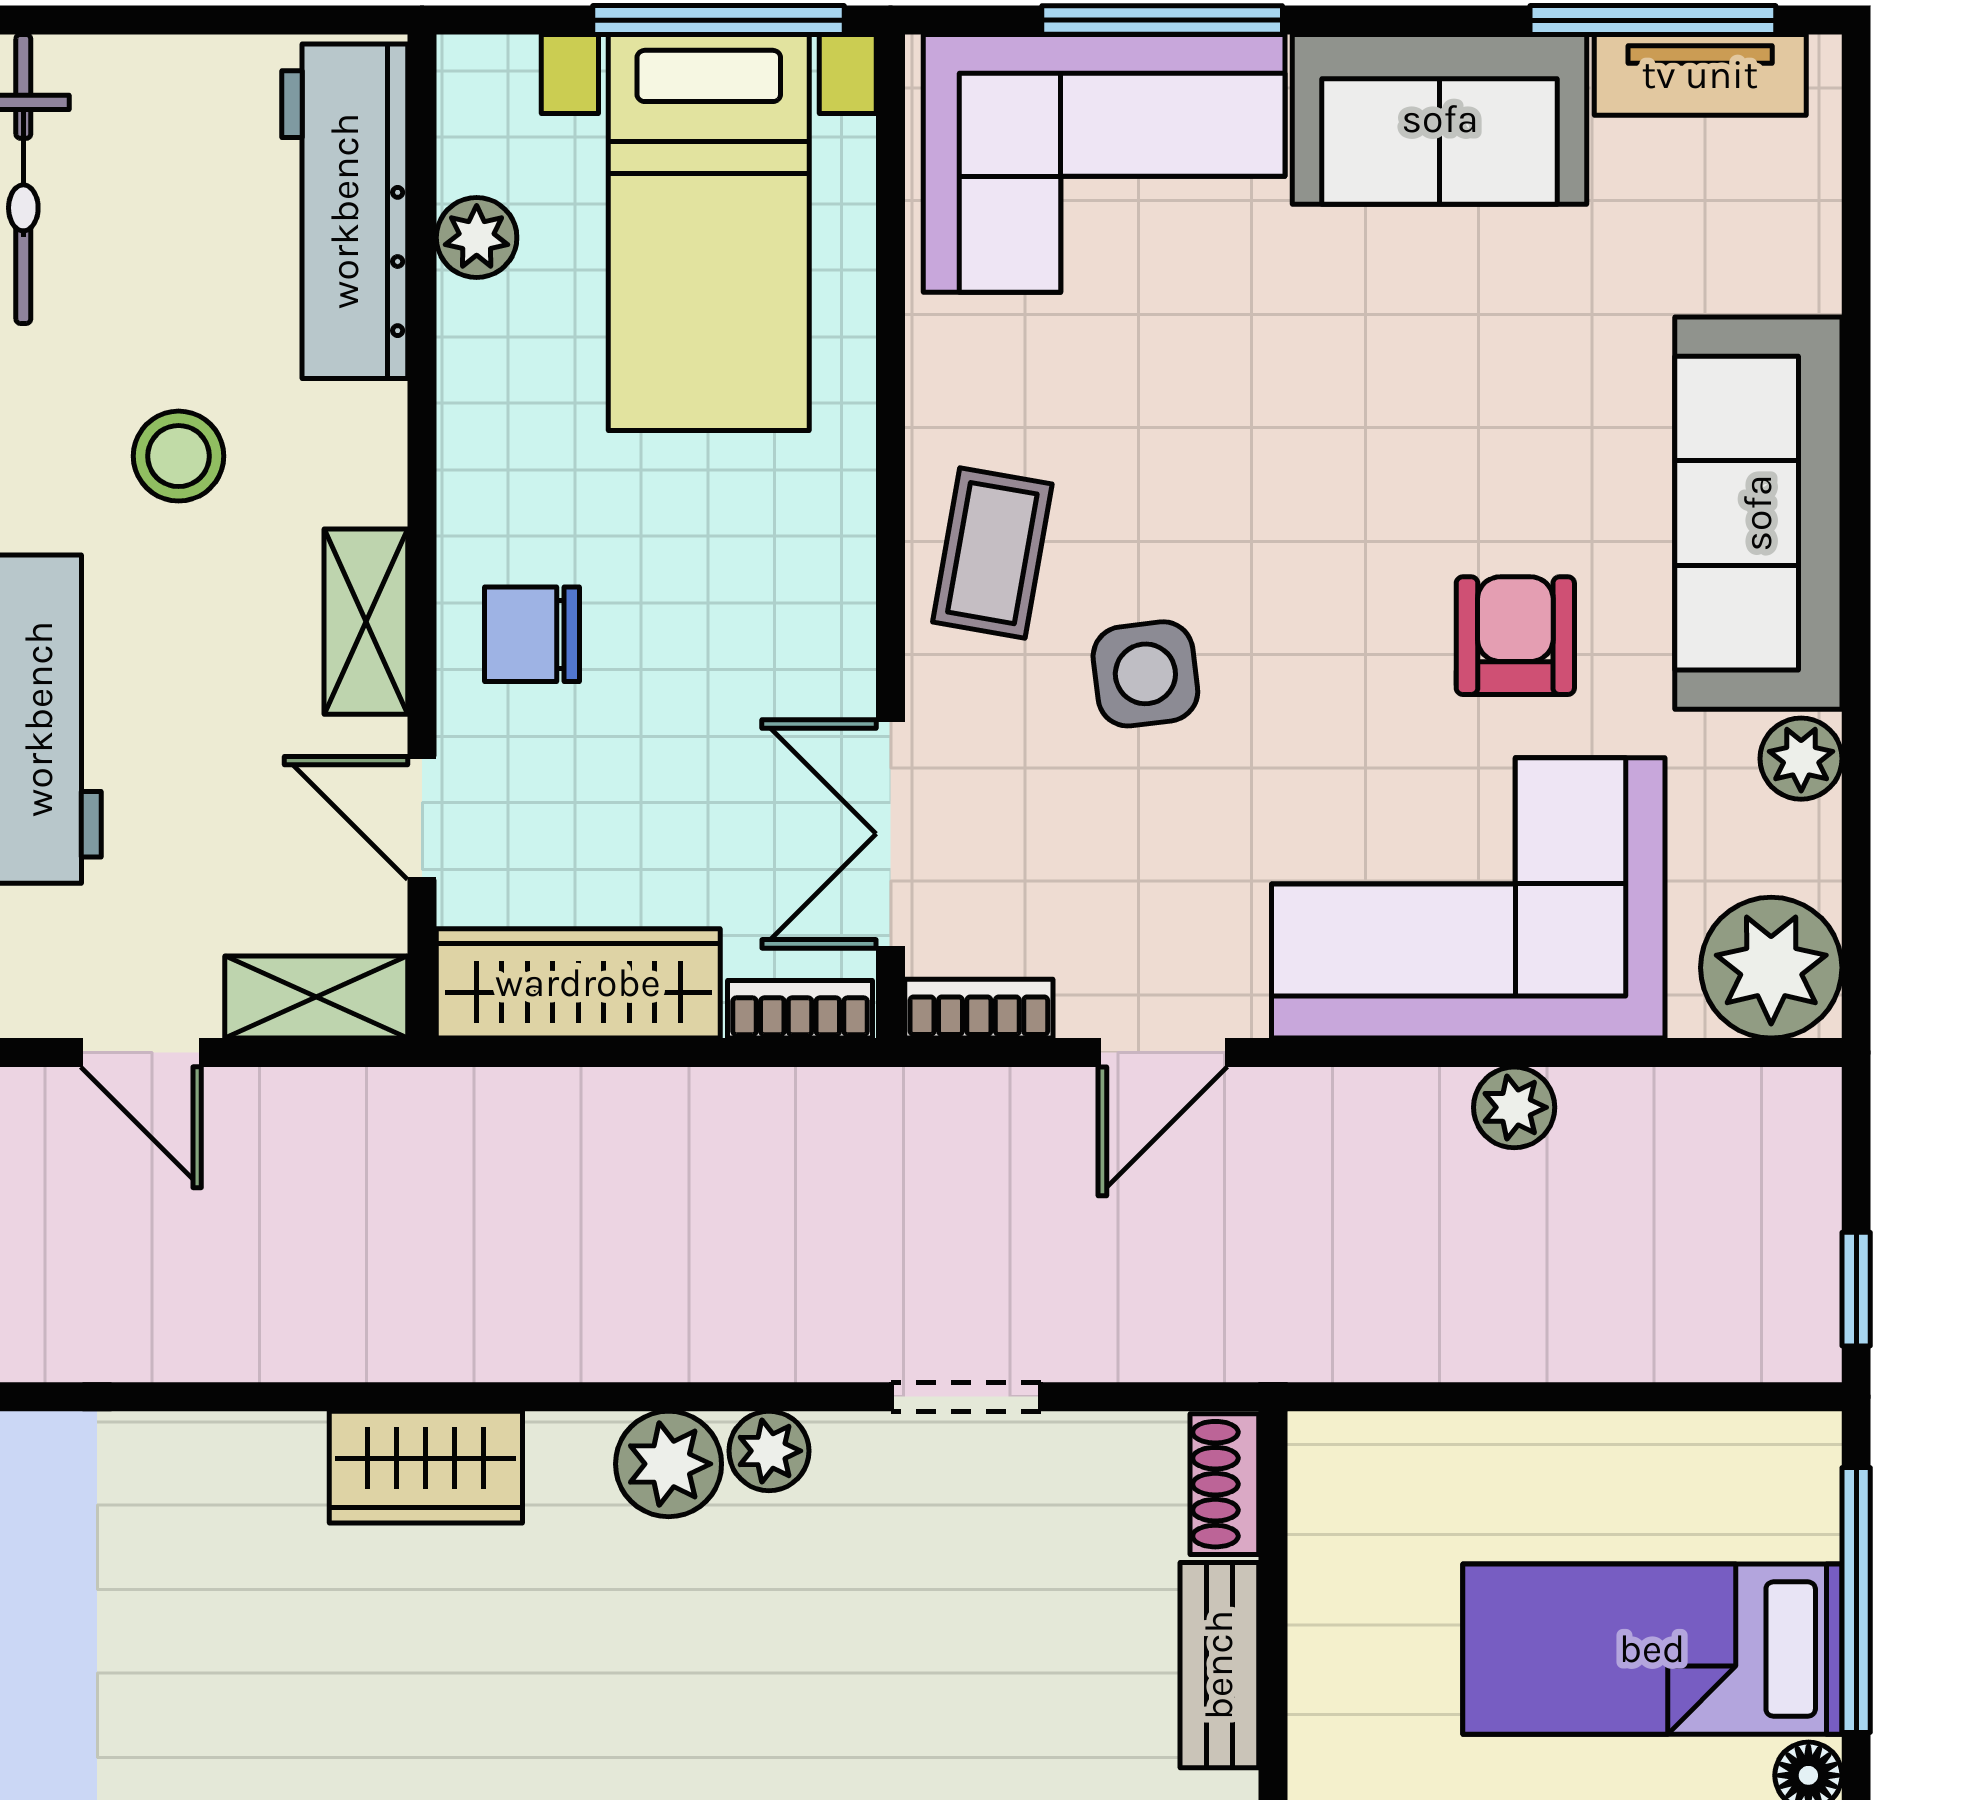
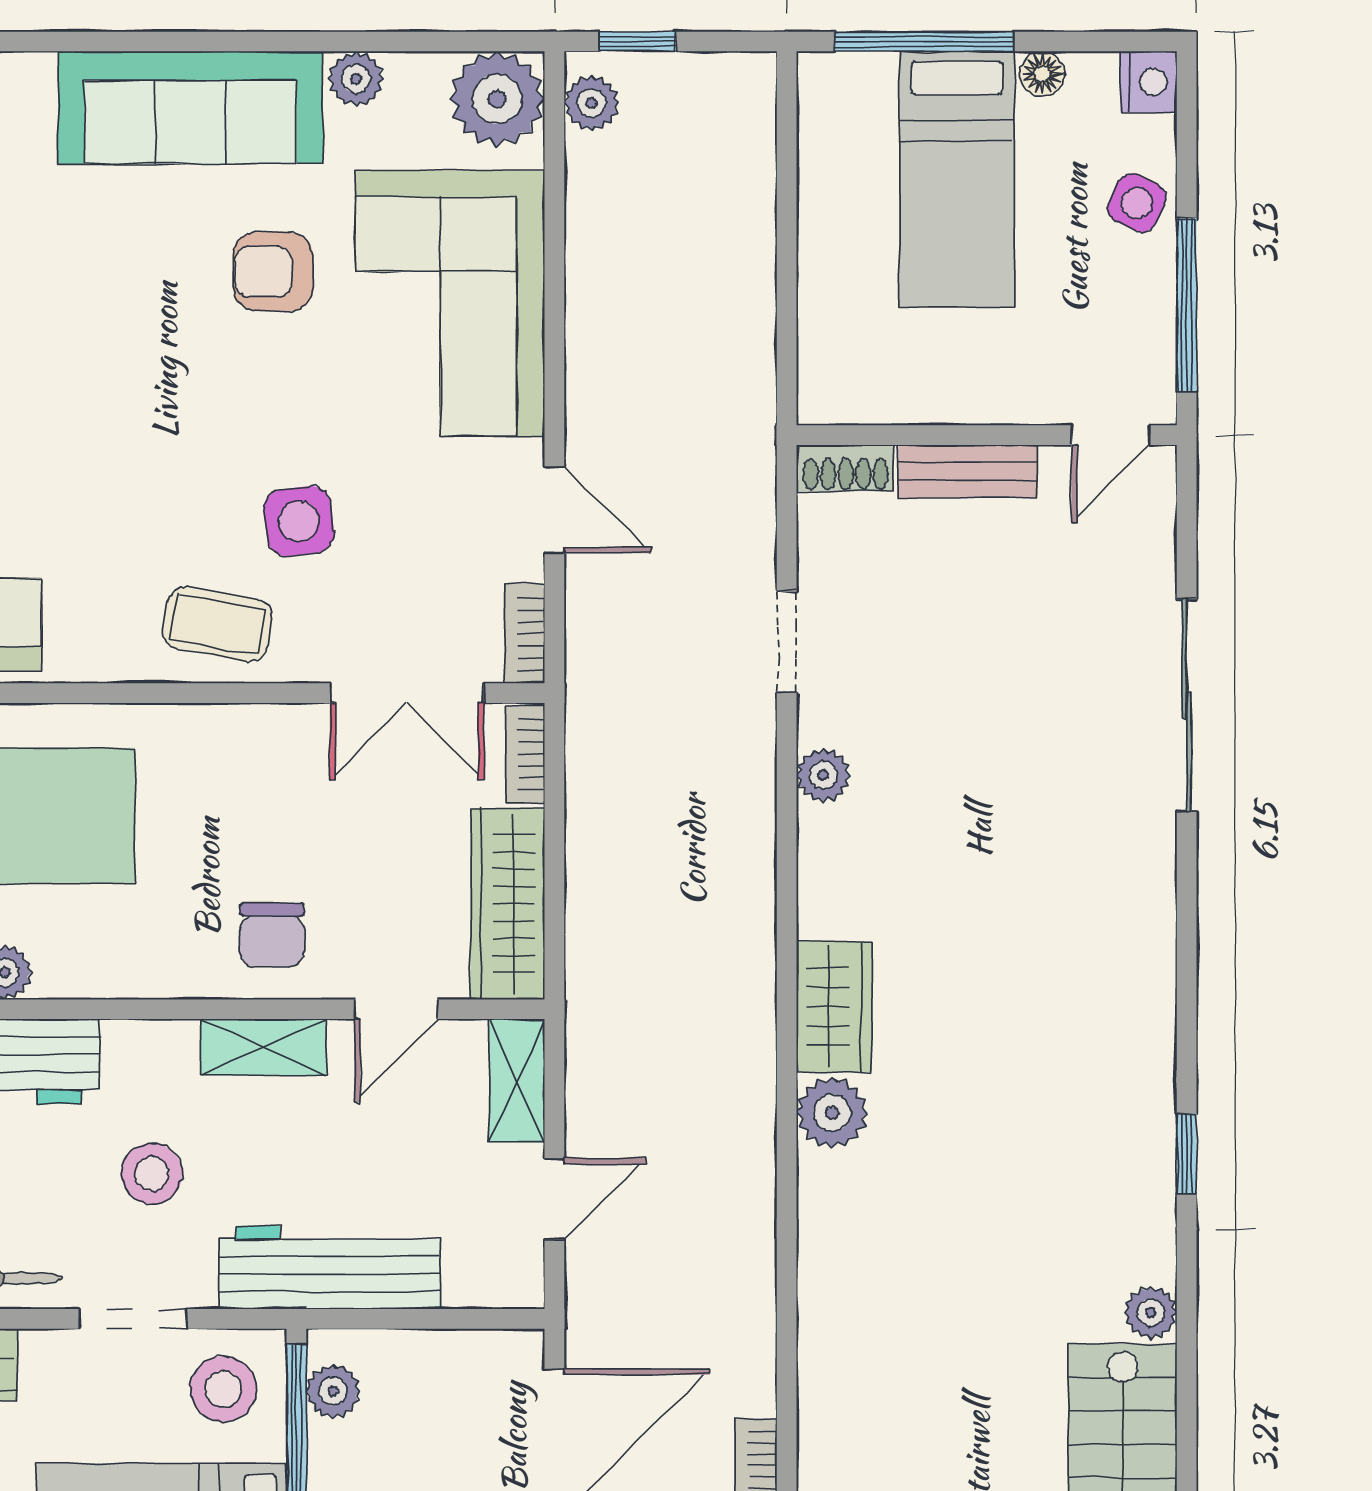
plant: (1514, 1107) -> (591, 103), moved
window: (1856, 1289) -> (638, 42), moved
plant: (669, 1464) -> (832, 1113), moved

